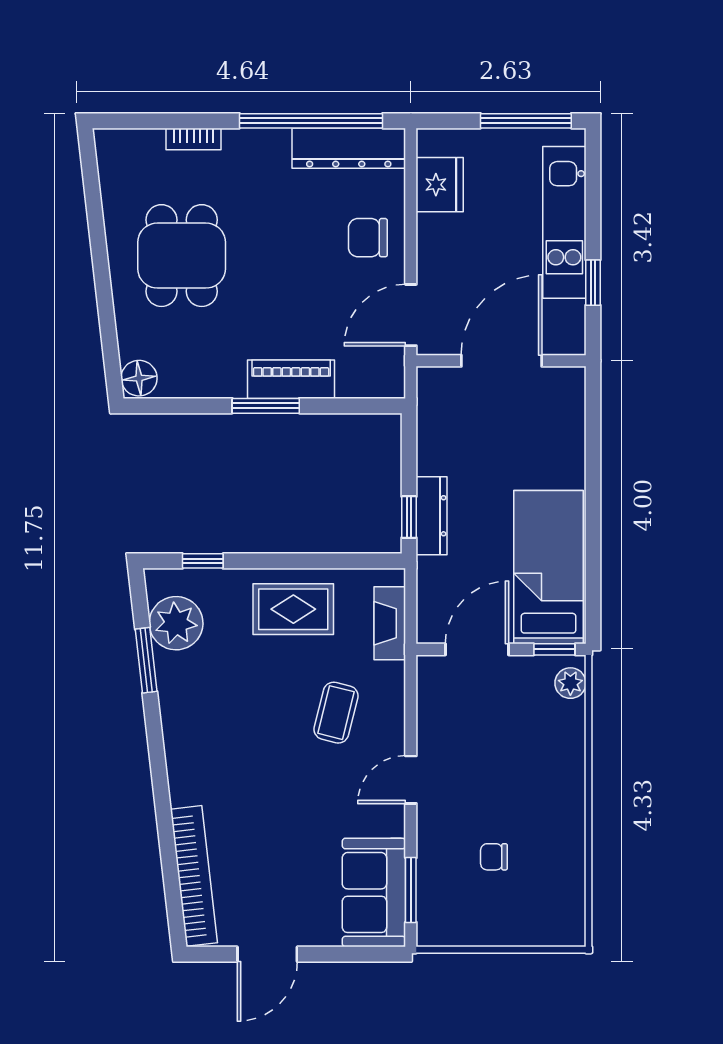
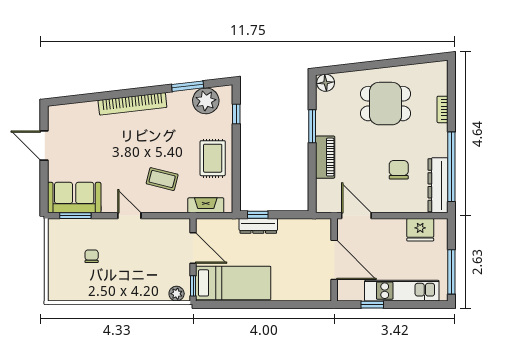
chair: (368, 238) -> (399, 170), moved
window: (266, 406) -> (312, 126), moved
bookcase: (194, 876) -> (132, 104), moved

